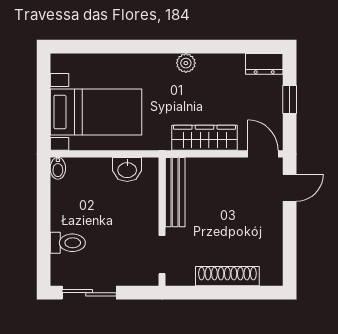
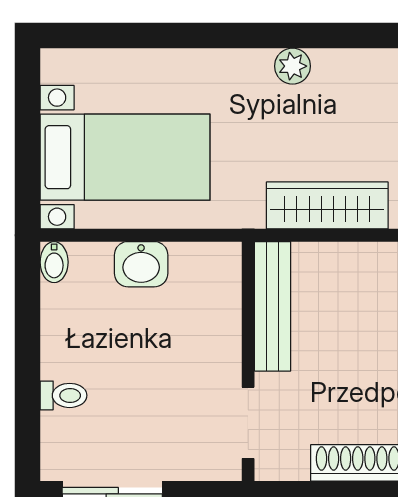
washbasin: (127, 169) -> (141, 264), moved
toilet: (68, 243) -> (64, 395), width x0.73, depth x0.72

